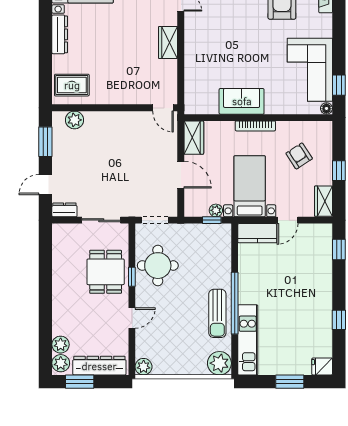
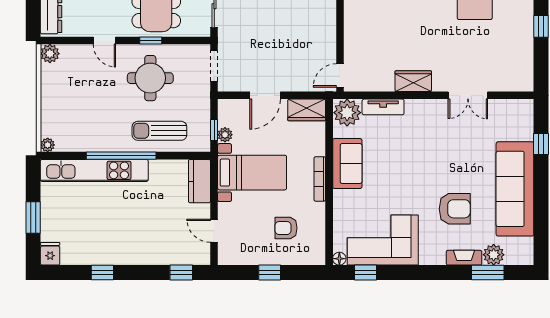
tv unit: (191, 69) -> (383, 107), added
plant: (196, 101) -> (347, 113), added
armchair: (299, 156) -> (286, 228), turned -147
wardrobe: (323, 201) -> (235, 255), removed
door: (287, 220) -> (214, 231), moved
round table: (158, 266) -> (150, 78), moved
sun lounger: (217, 313) -> (159, 131), moved
kitchen unit: (248, 340) -> (94, 170), width x1.36
plant: (219, 363) -> (48, 145), width x0.53, depth x0.53

